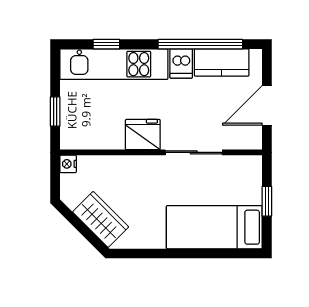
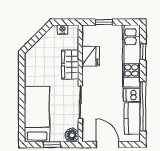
fridge: (143, 135) -> (91, 56), moved
nightstand: (68, 164) -> (62, 30), moved
floor lamp: (250, 167) -> (72, 135), added
wardrobe: (101, 219) -> (70, 65), moved, turned 135

